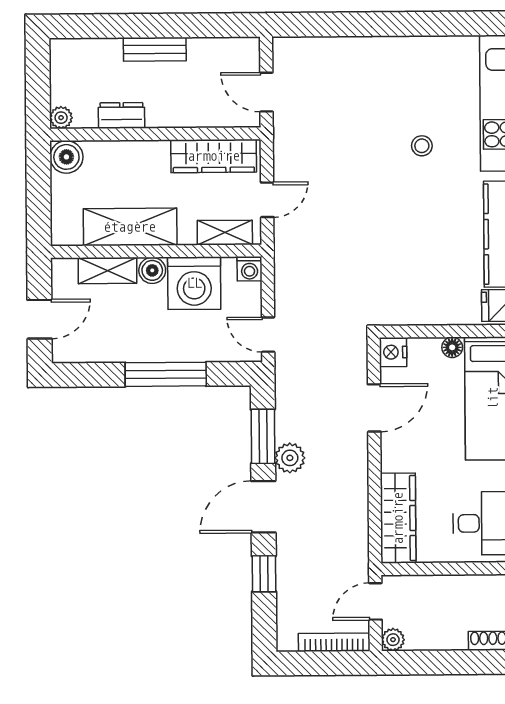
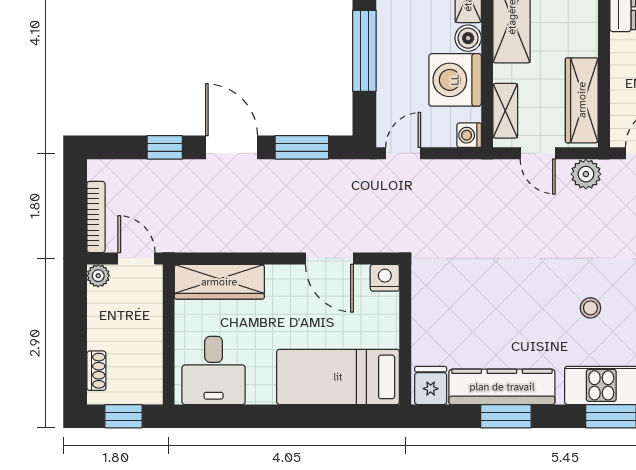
floor lamp: (452, 347) -> (389, 337), removed
plant: (290, 458) -> (586, 174), moved

